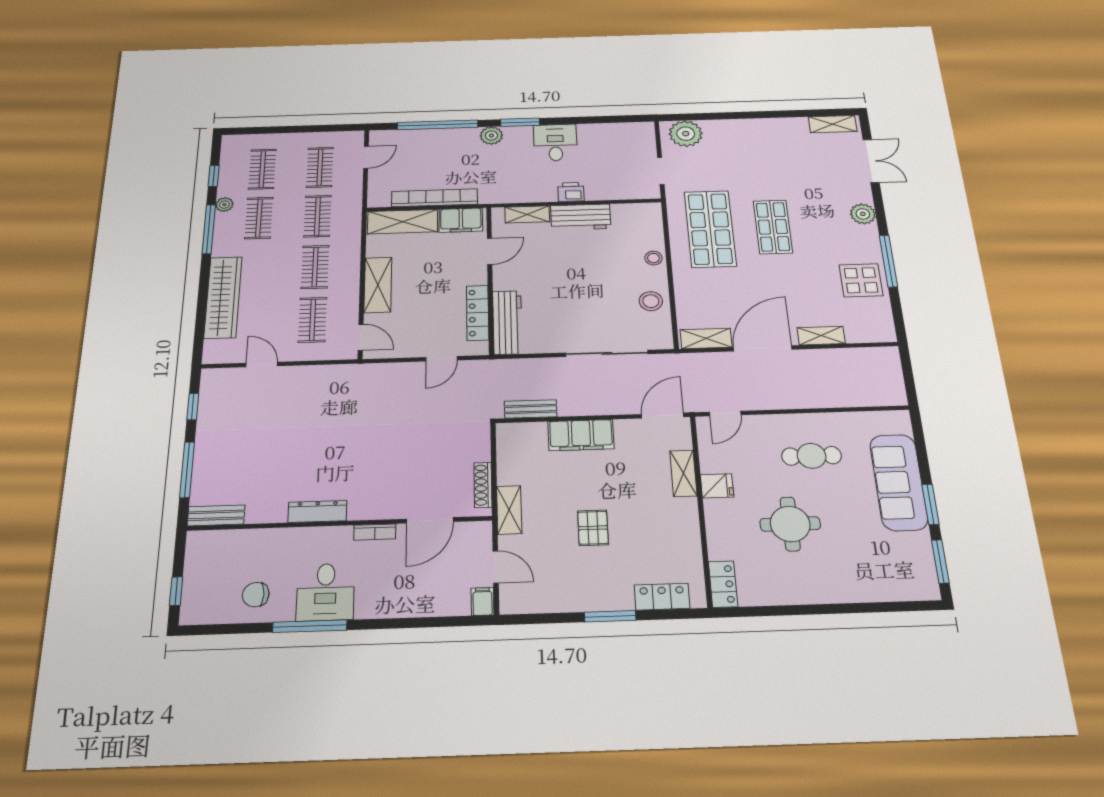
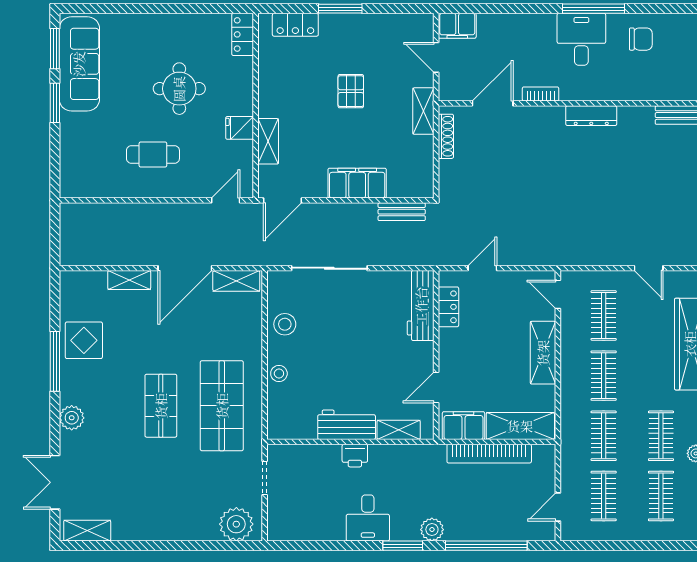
locker: (478, 313) -> (448, 307), width x0.66
sofa: (899, 482) -> (79, 64), moved
filing cabinet: (482, 602) -> (457, 26), width x2.00

